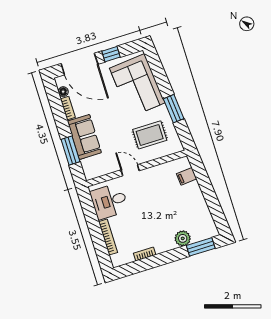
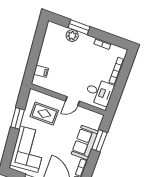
door: (130, 170) -> (72, 101), hinge flipped
window: (201, 247) -> (79, 27), moved

